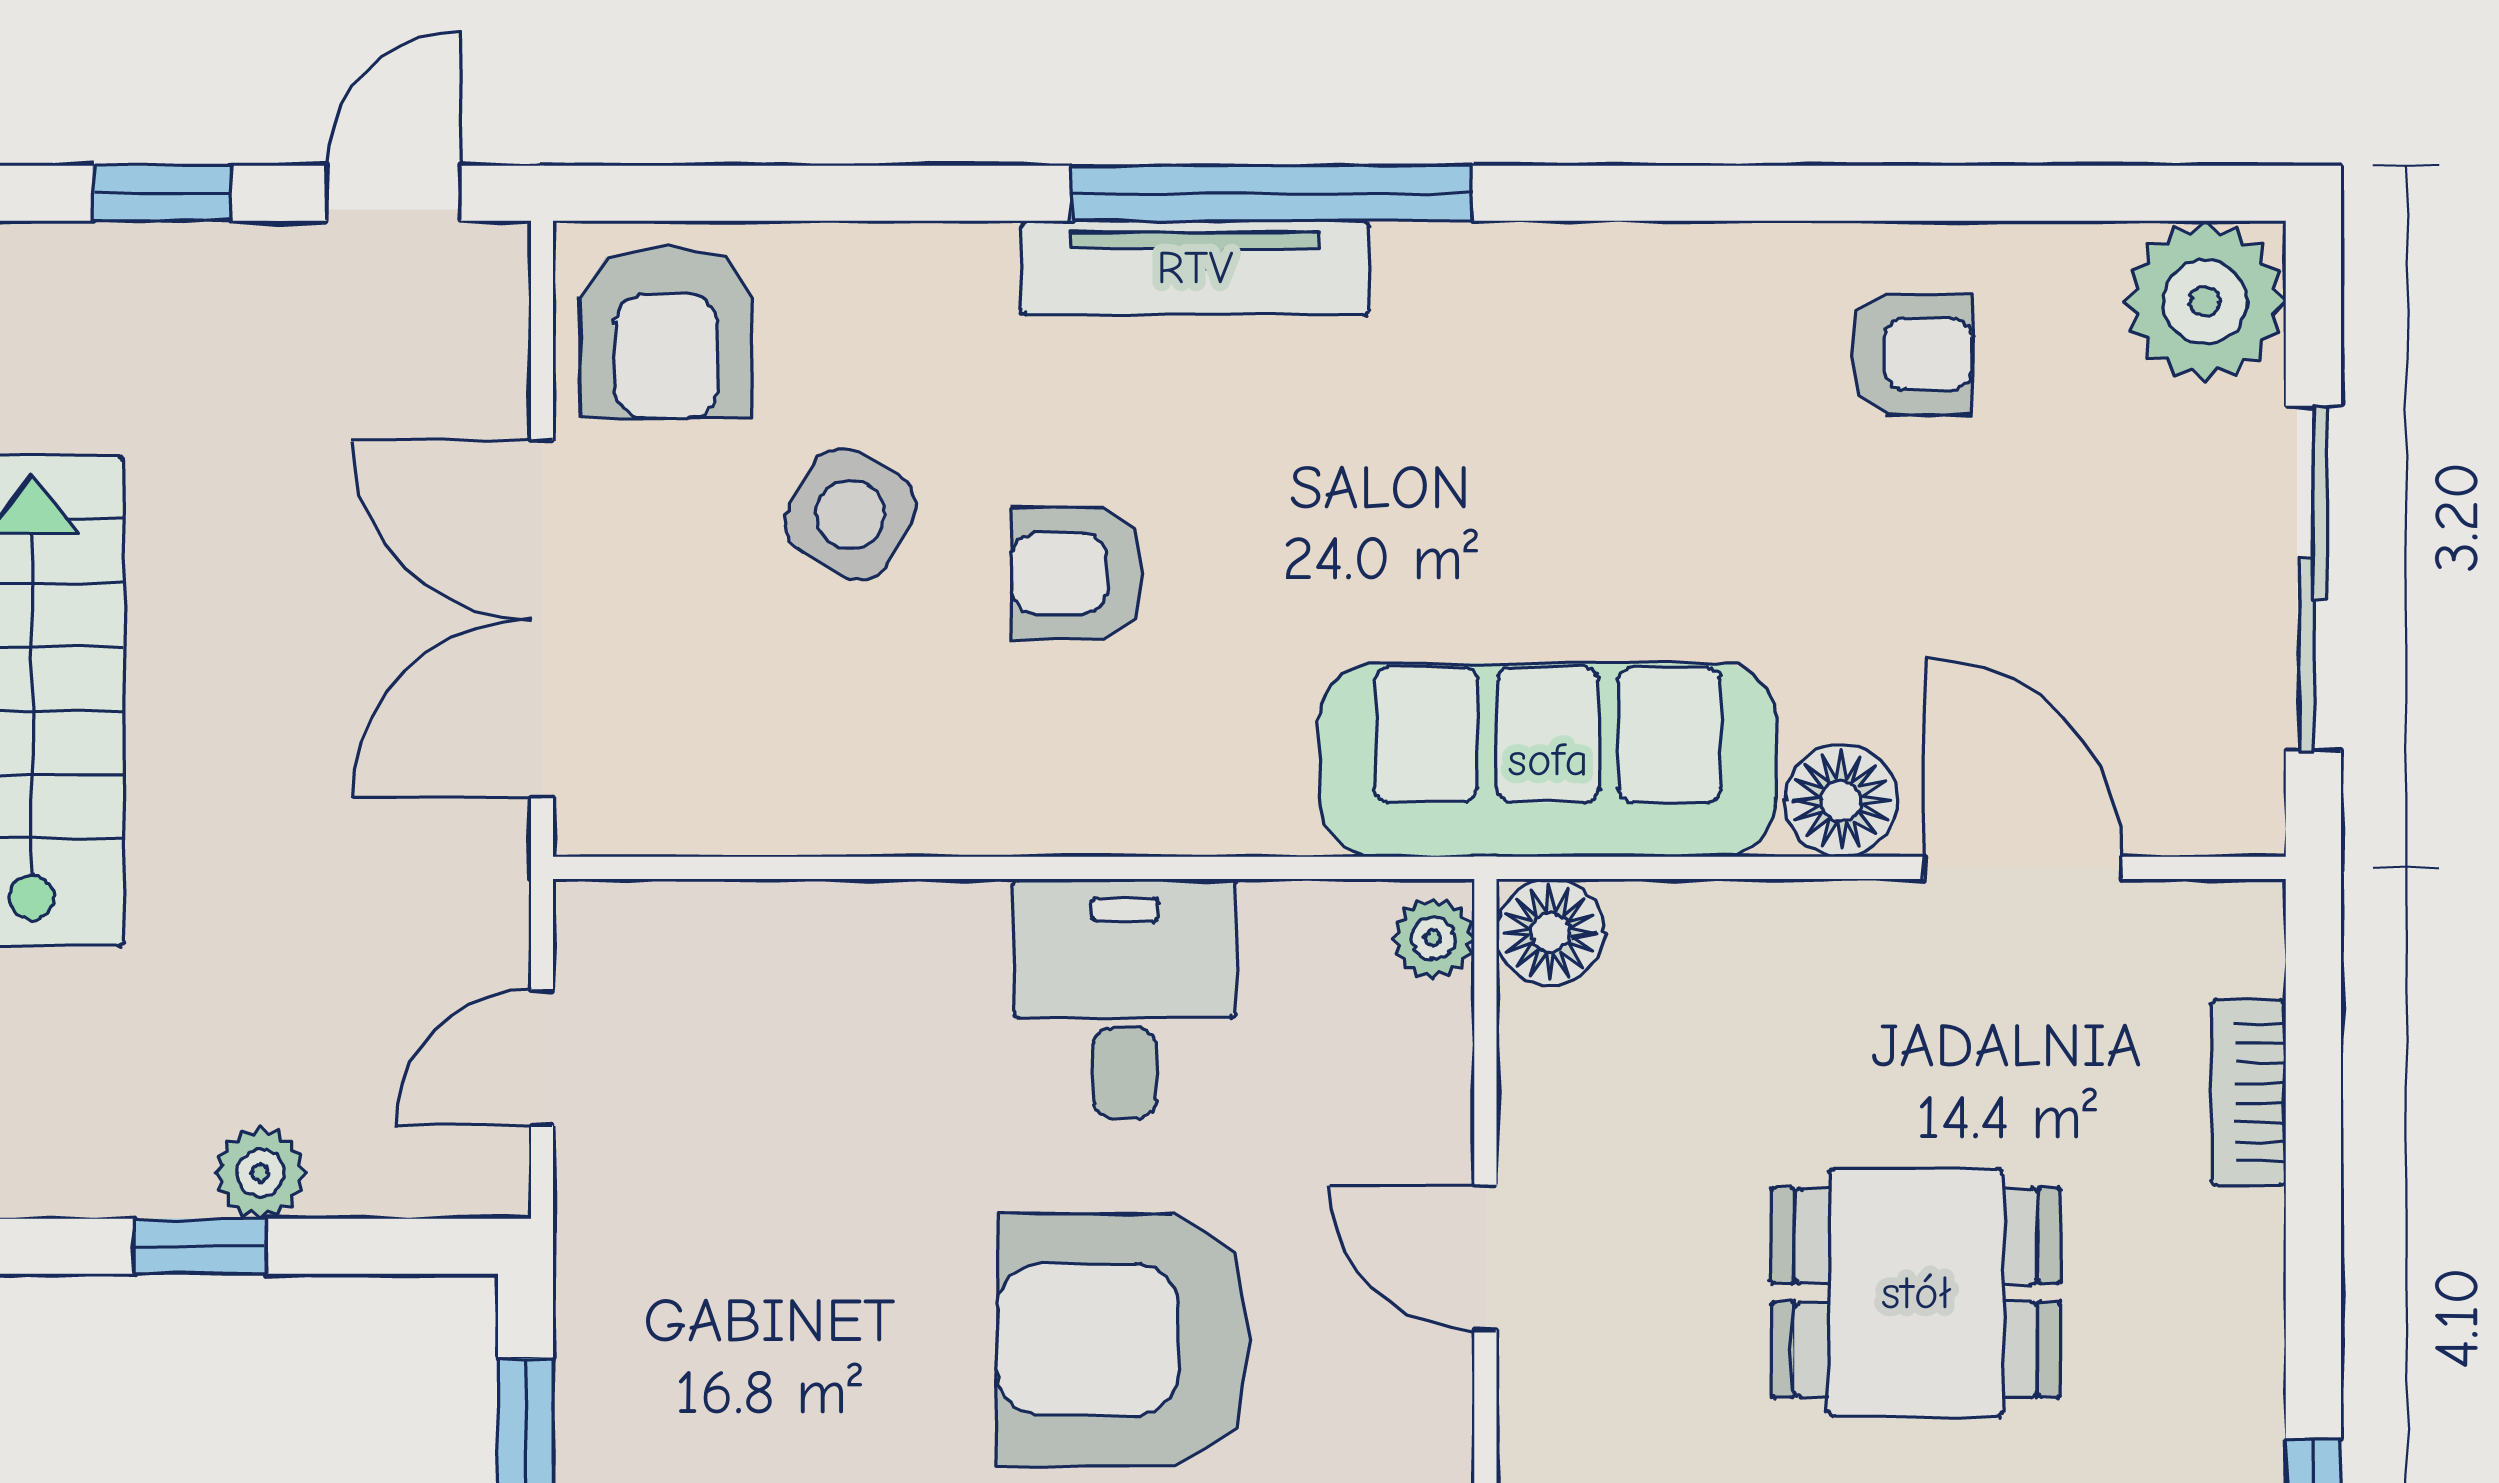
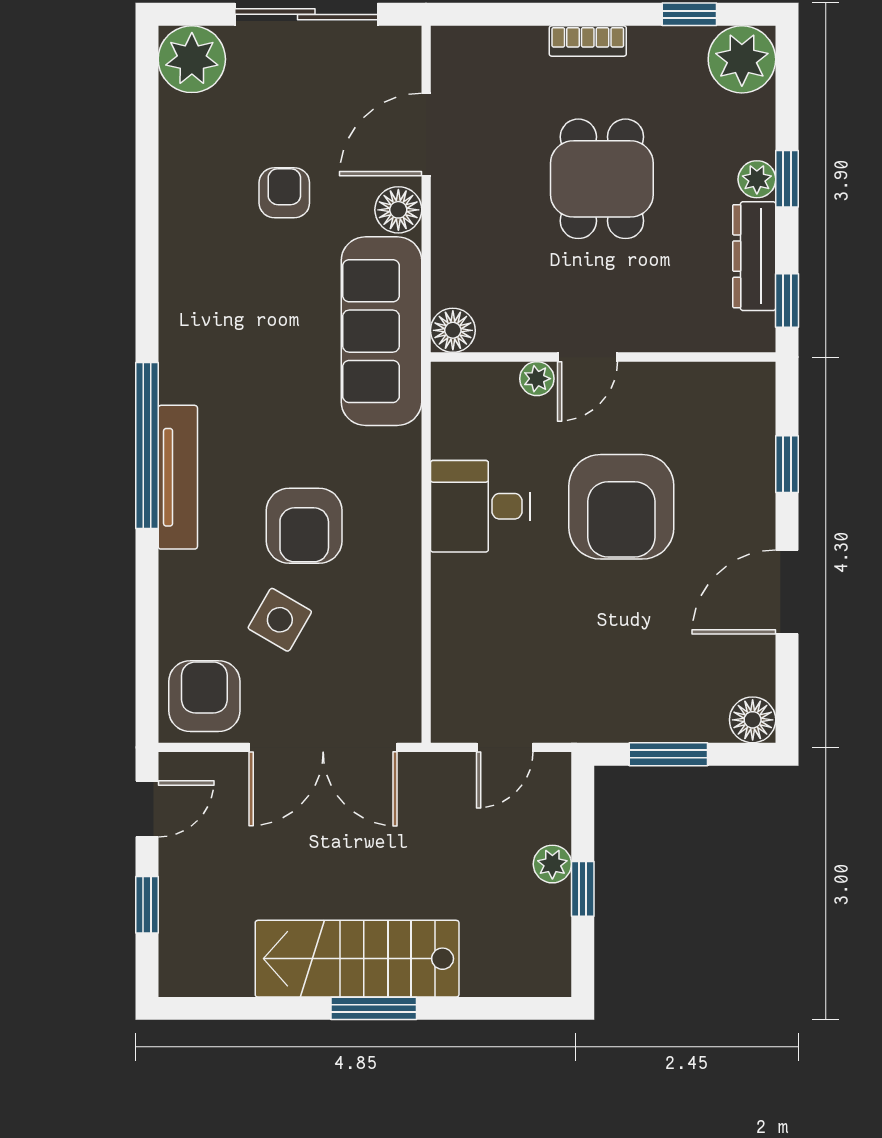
door: (393, 193) -> (147, 809), swing flipped
armchair: (666, 332) -> (204, 696), turned -90
armchair: (1911, 354) -> (284, 193), moved
armchair: (1078, 573) -> (304, 526), width x1.38, depth x1.38
plant: (1433, 939) -> (537, 379), moved
door: (542, 1058) -> (505, 747), hinge flipped
bookcase: (2249, 1092) -> (588, 41), moved

